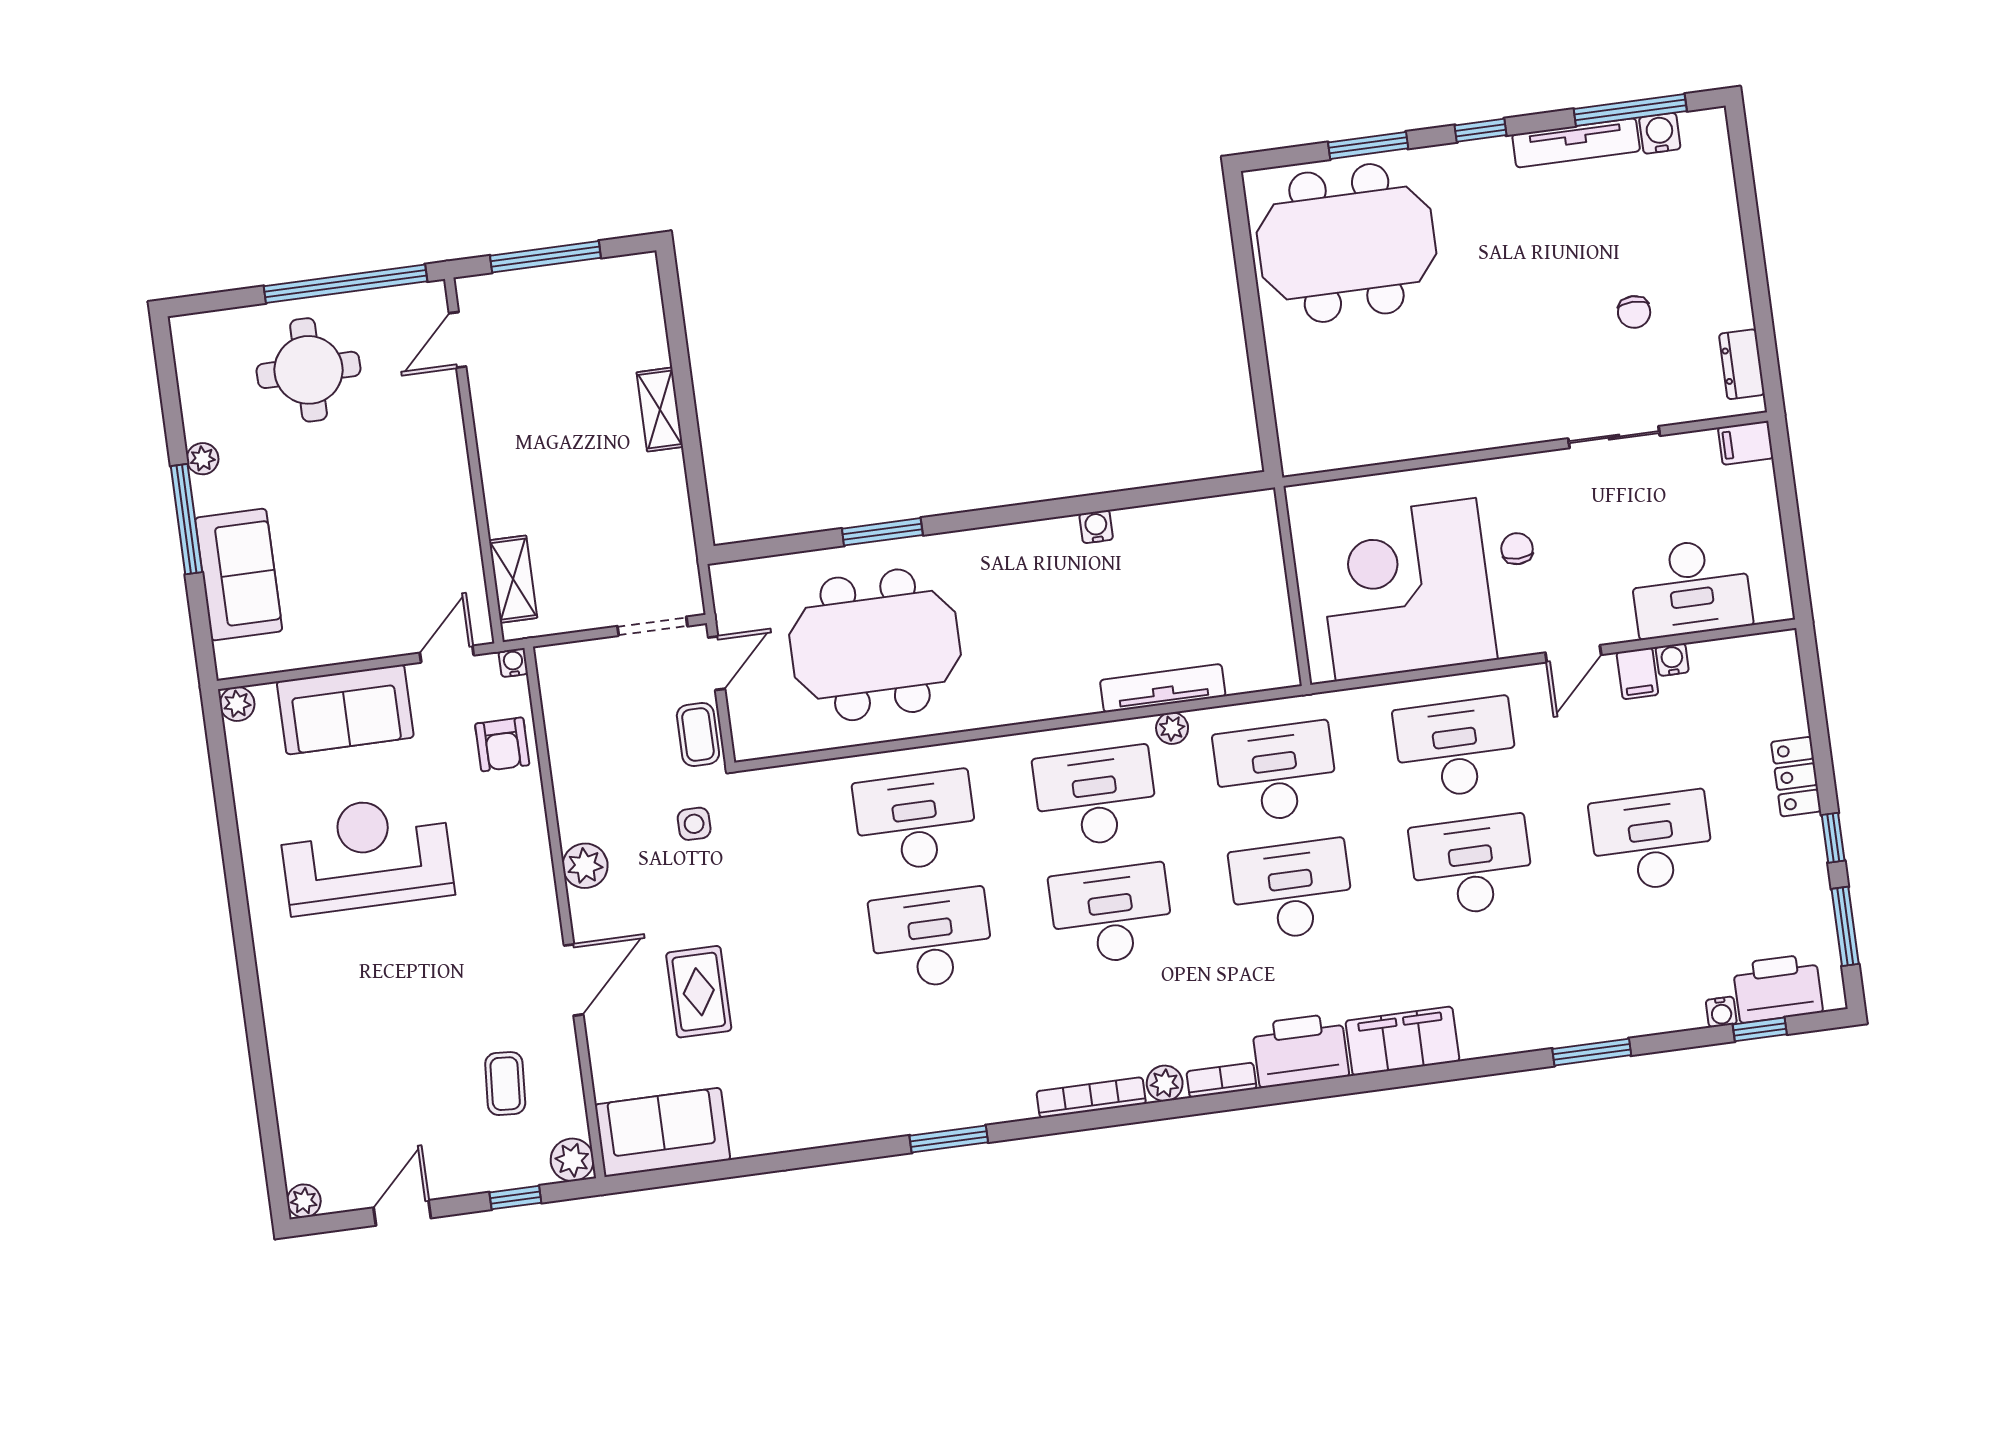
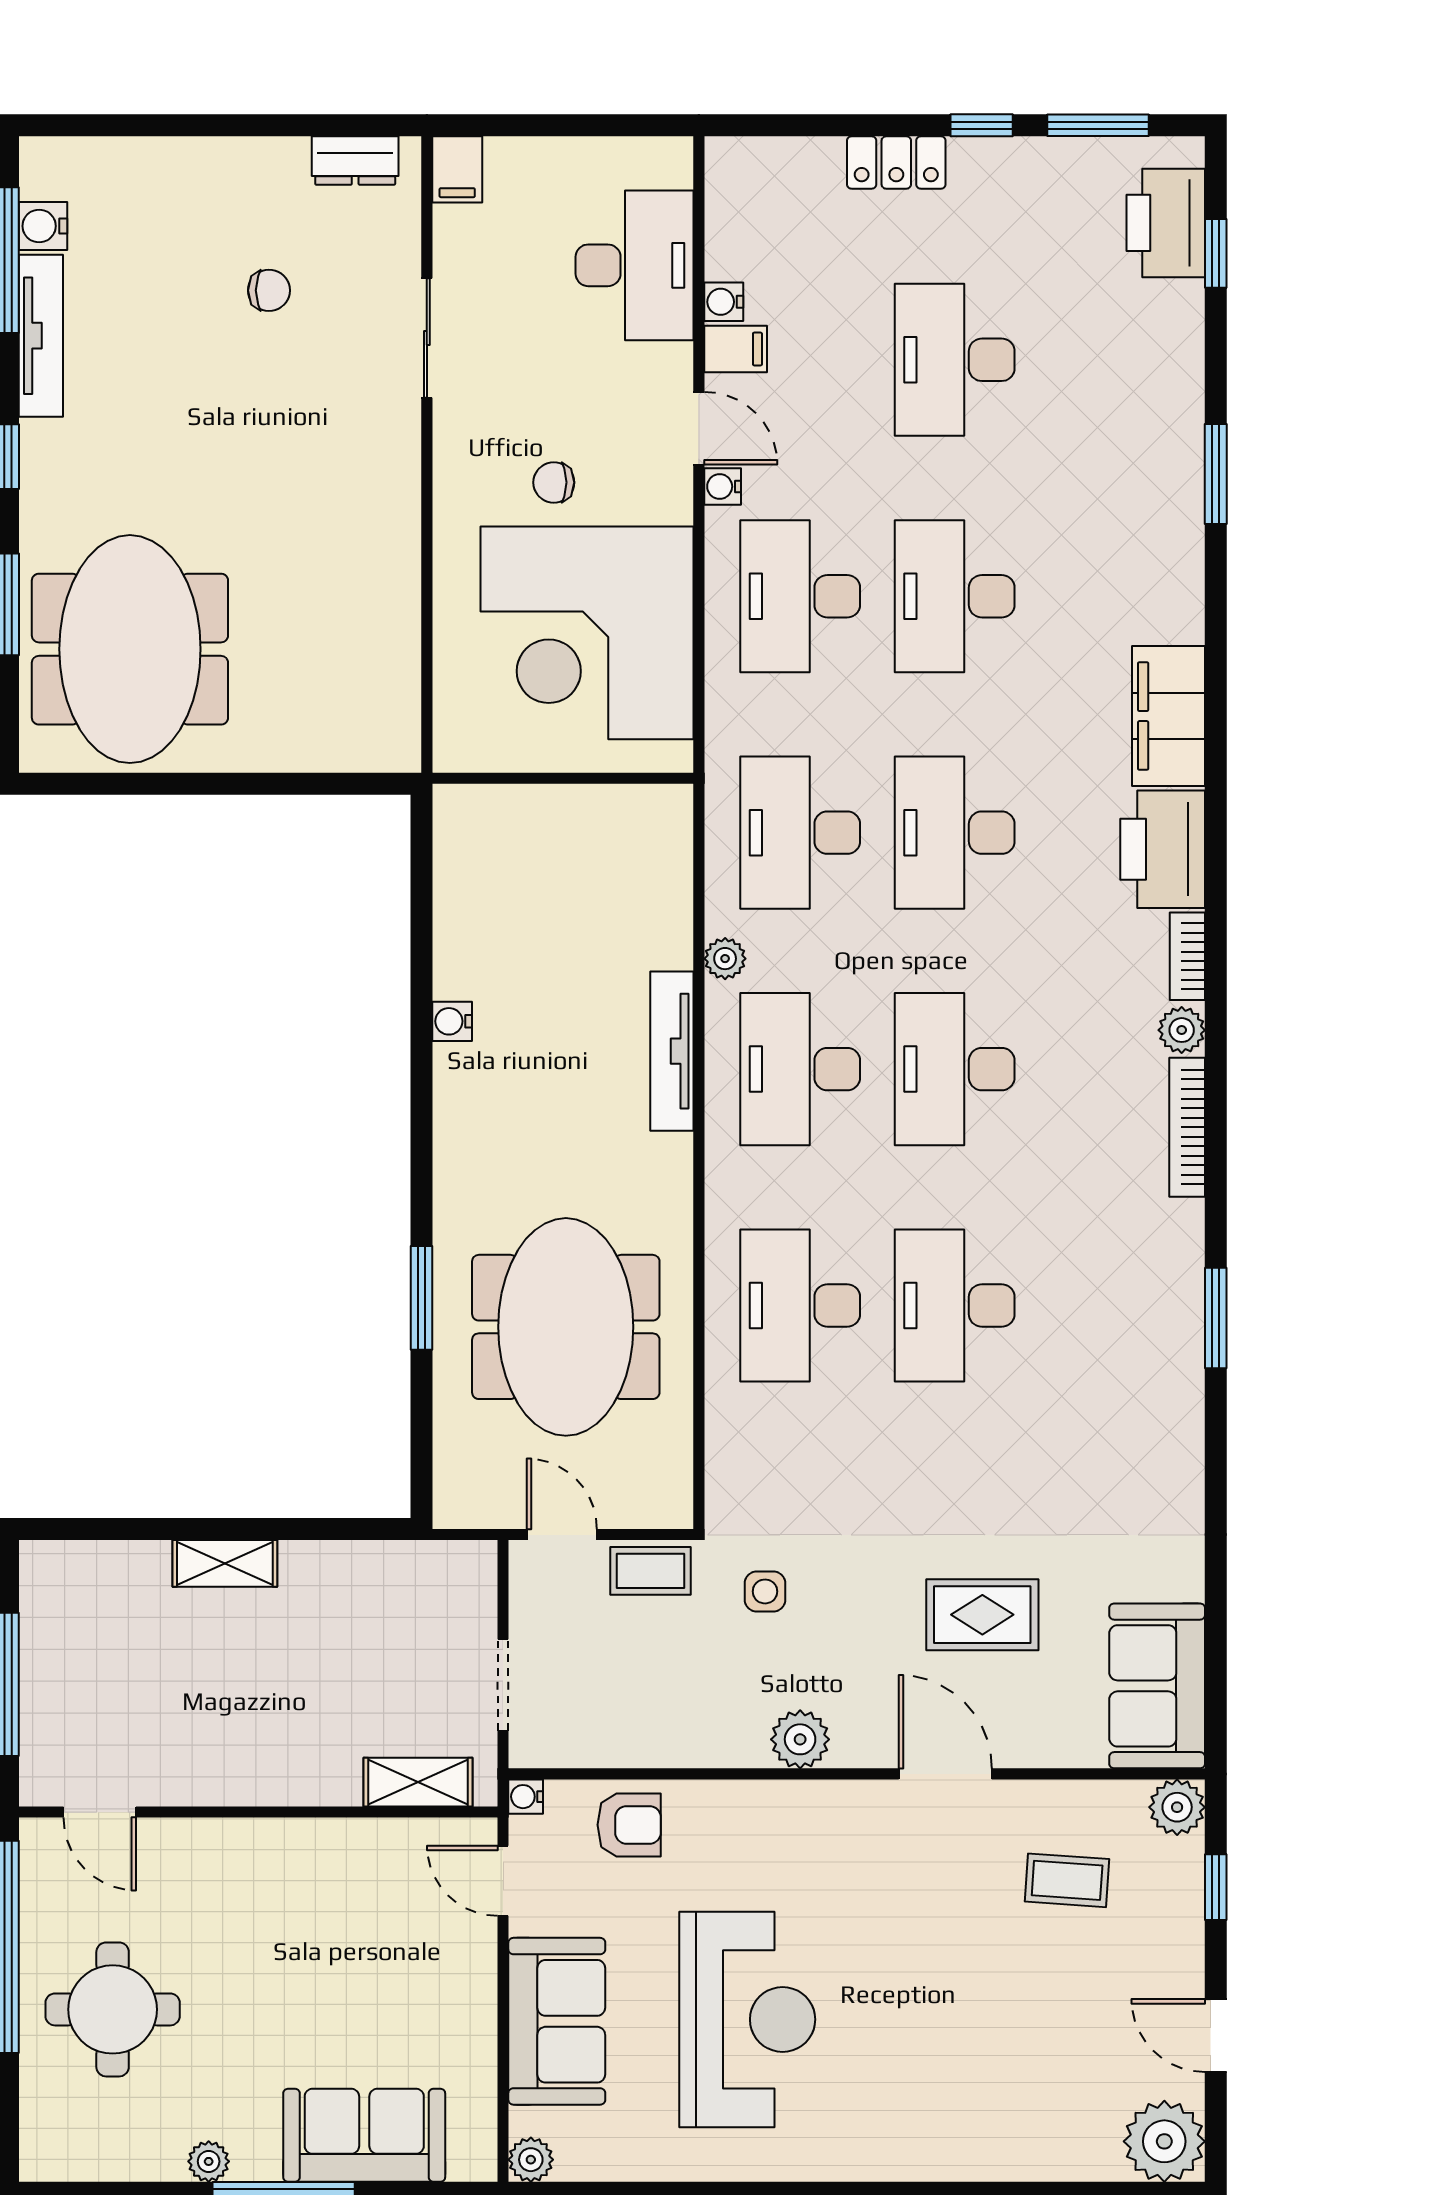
doorway: (652, 626) -> (503, 1685), moved
tv unit: (1163, 688) -> (672, 1051), moved
reception desk: (366, 854) -> (747, 2019), turned 180
water cooler: (1721, 1012) -> (723, 487), moved, turned 180
plant: (304, 1201) -> (1164, 2141), width x1.88, depth x1.88

